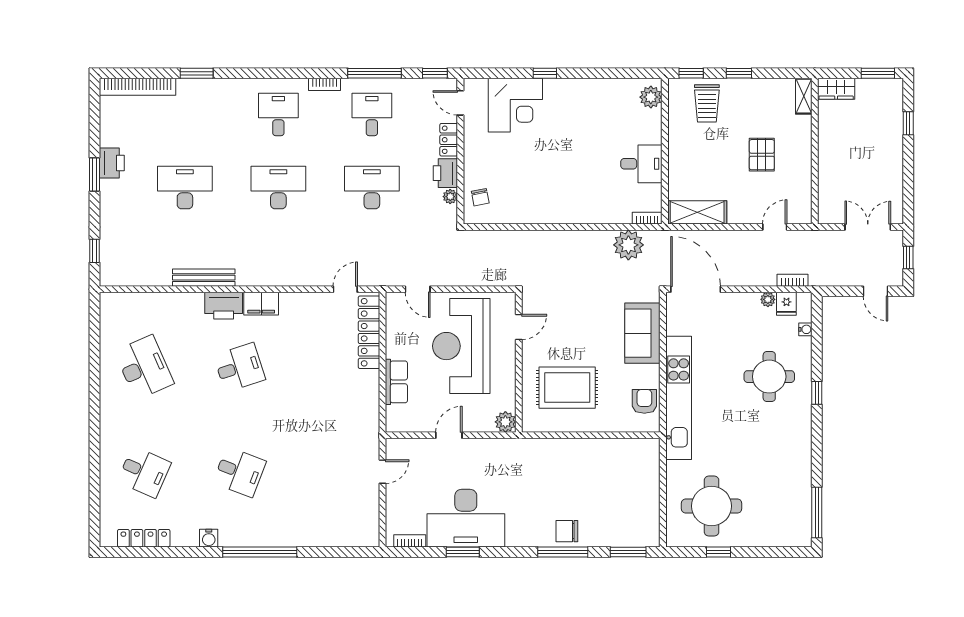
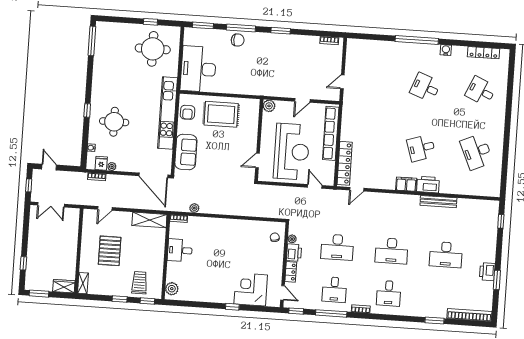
pallet: (762, 155) -> (110, 251), width x1.50, depth x1.42
window: (94, 174) -> (497, 280), moved
plant: (628, 245) -> (194, 208), width x0.53, depth x0.53
row of seats: (396, 382) -> (331, 133), width x2.02
rug: (567, 388) -> (221, 114), moved
desk: (466, 518) -> (198, 69), moved, turned -90
window: (463, 552) -> (281, 31), moved

